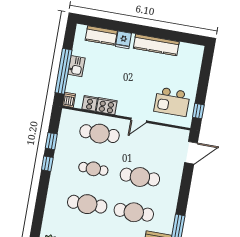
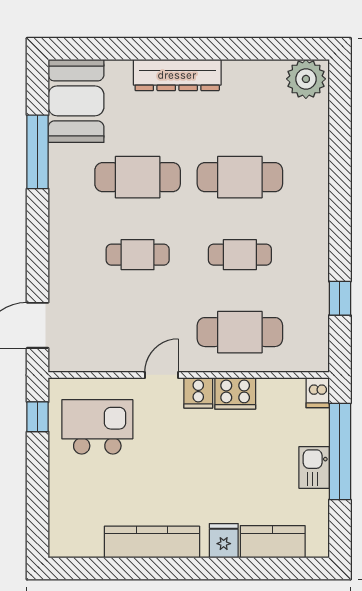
cooker: (90, 103) -> (198, 393), moved
window: (47, 164) -> (340, 249), removed
cafe table: (140, 177) -> (138, 255), width x0.73, depth x0.74

